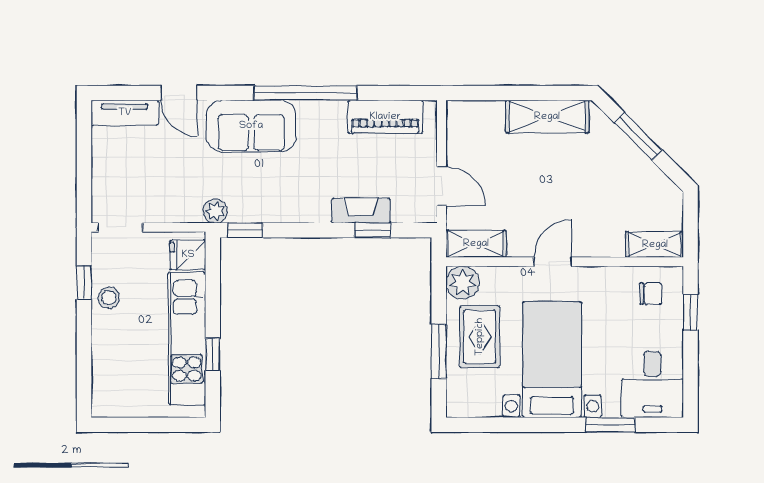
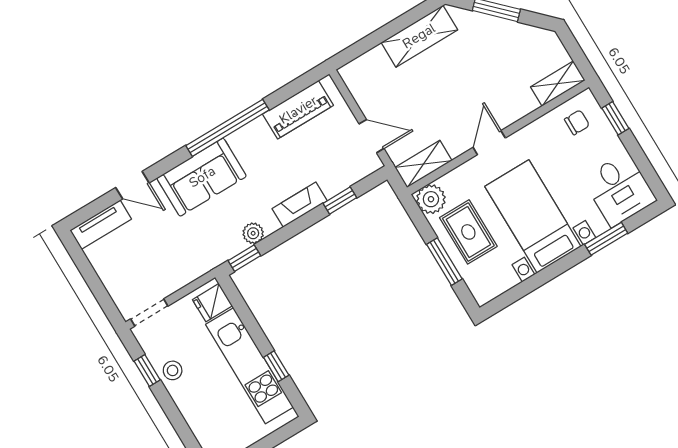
plant: (215, 211) -> (253, 233), moved
fireplace: (361, 211) -> (300, 205), moved

